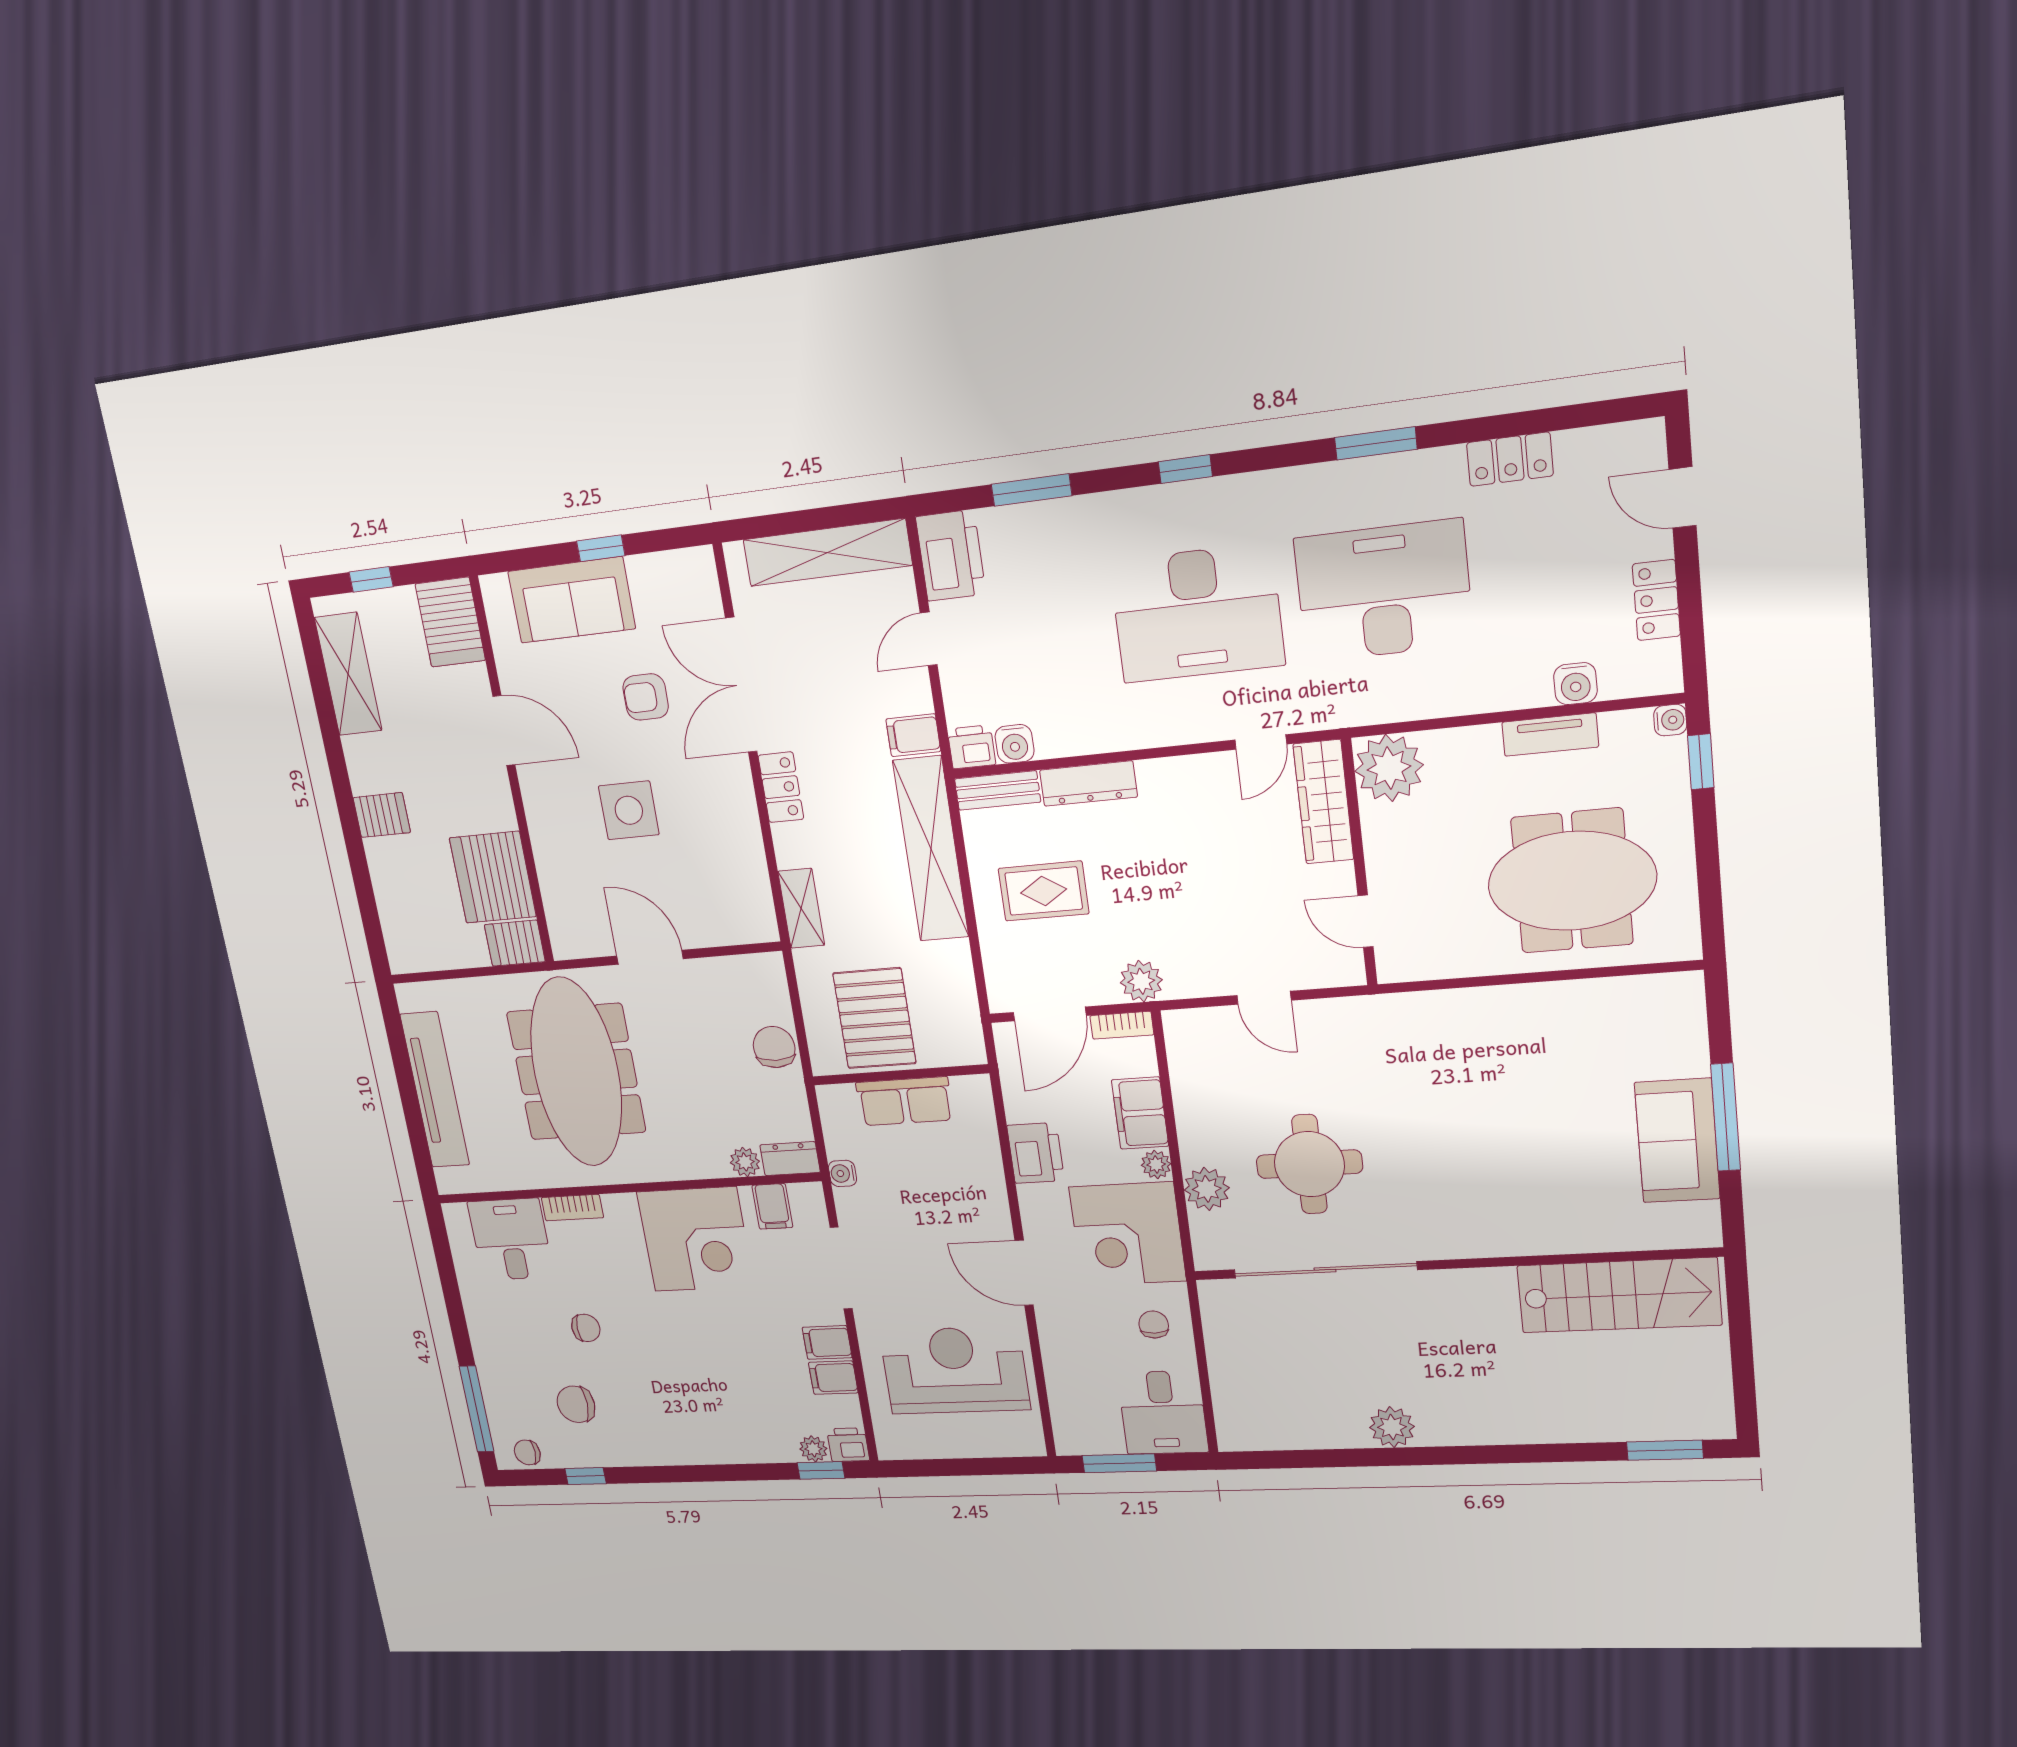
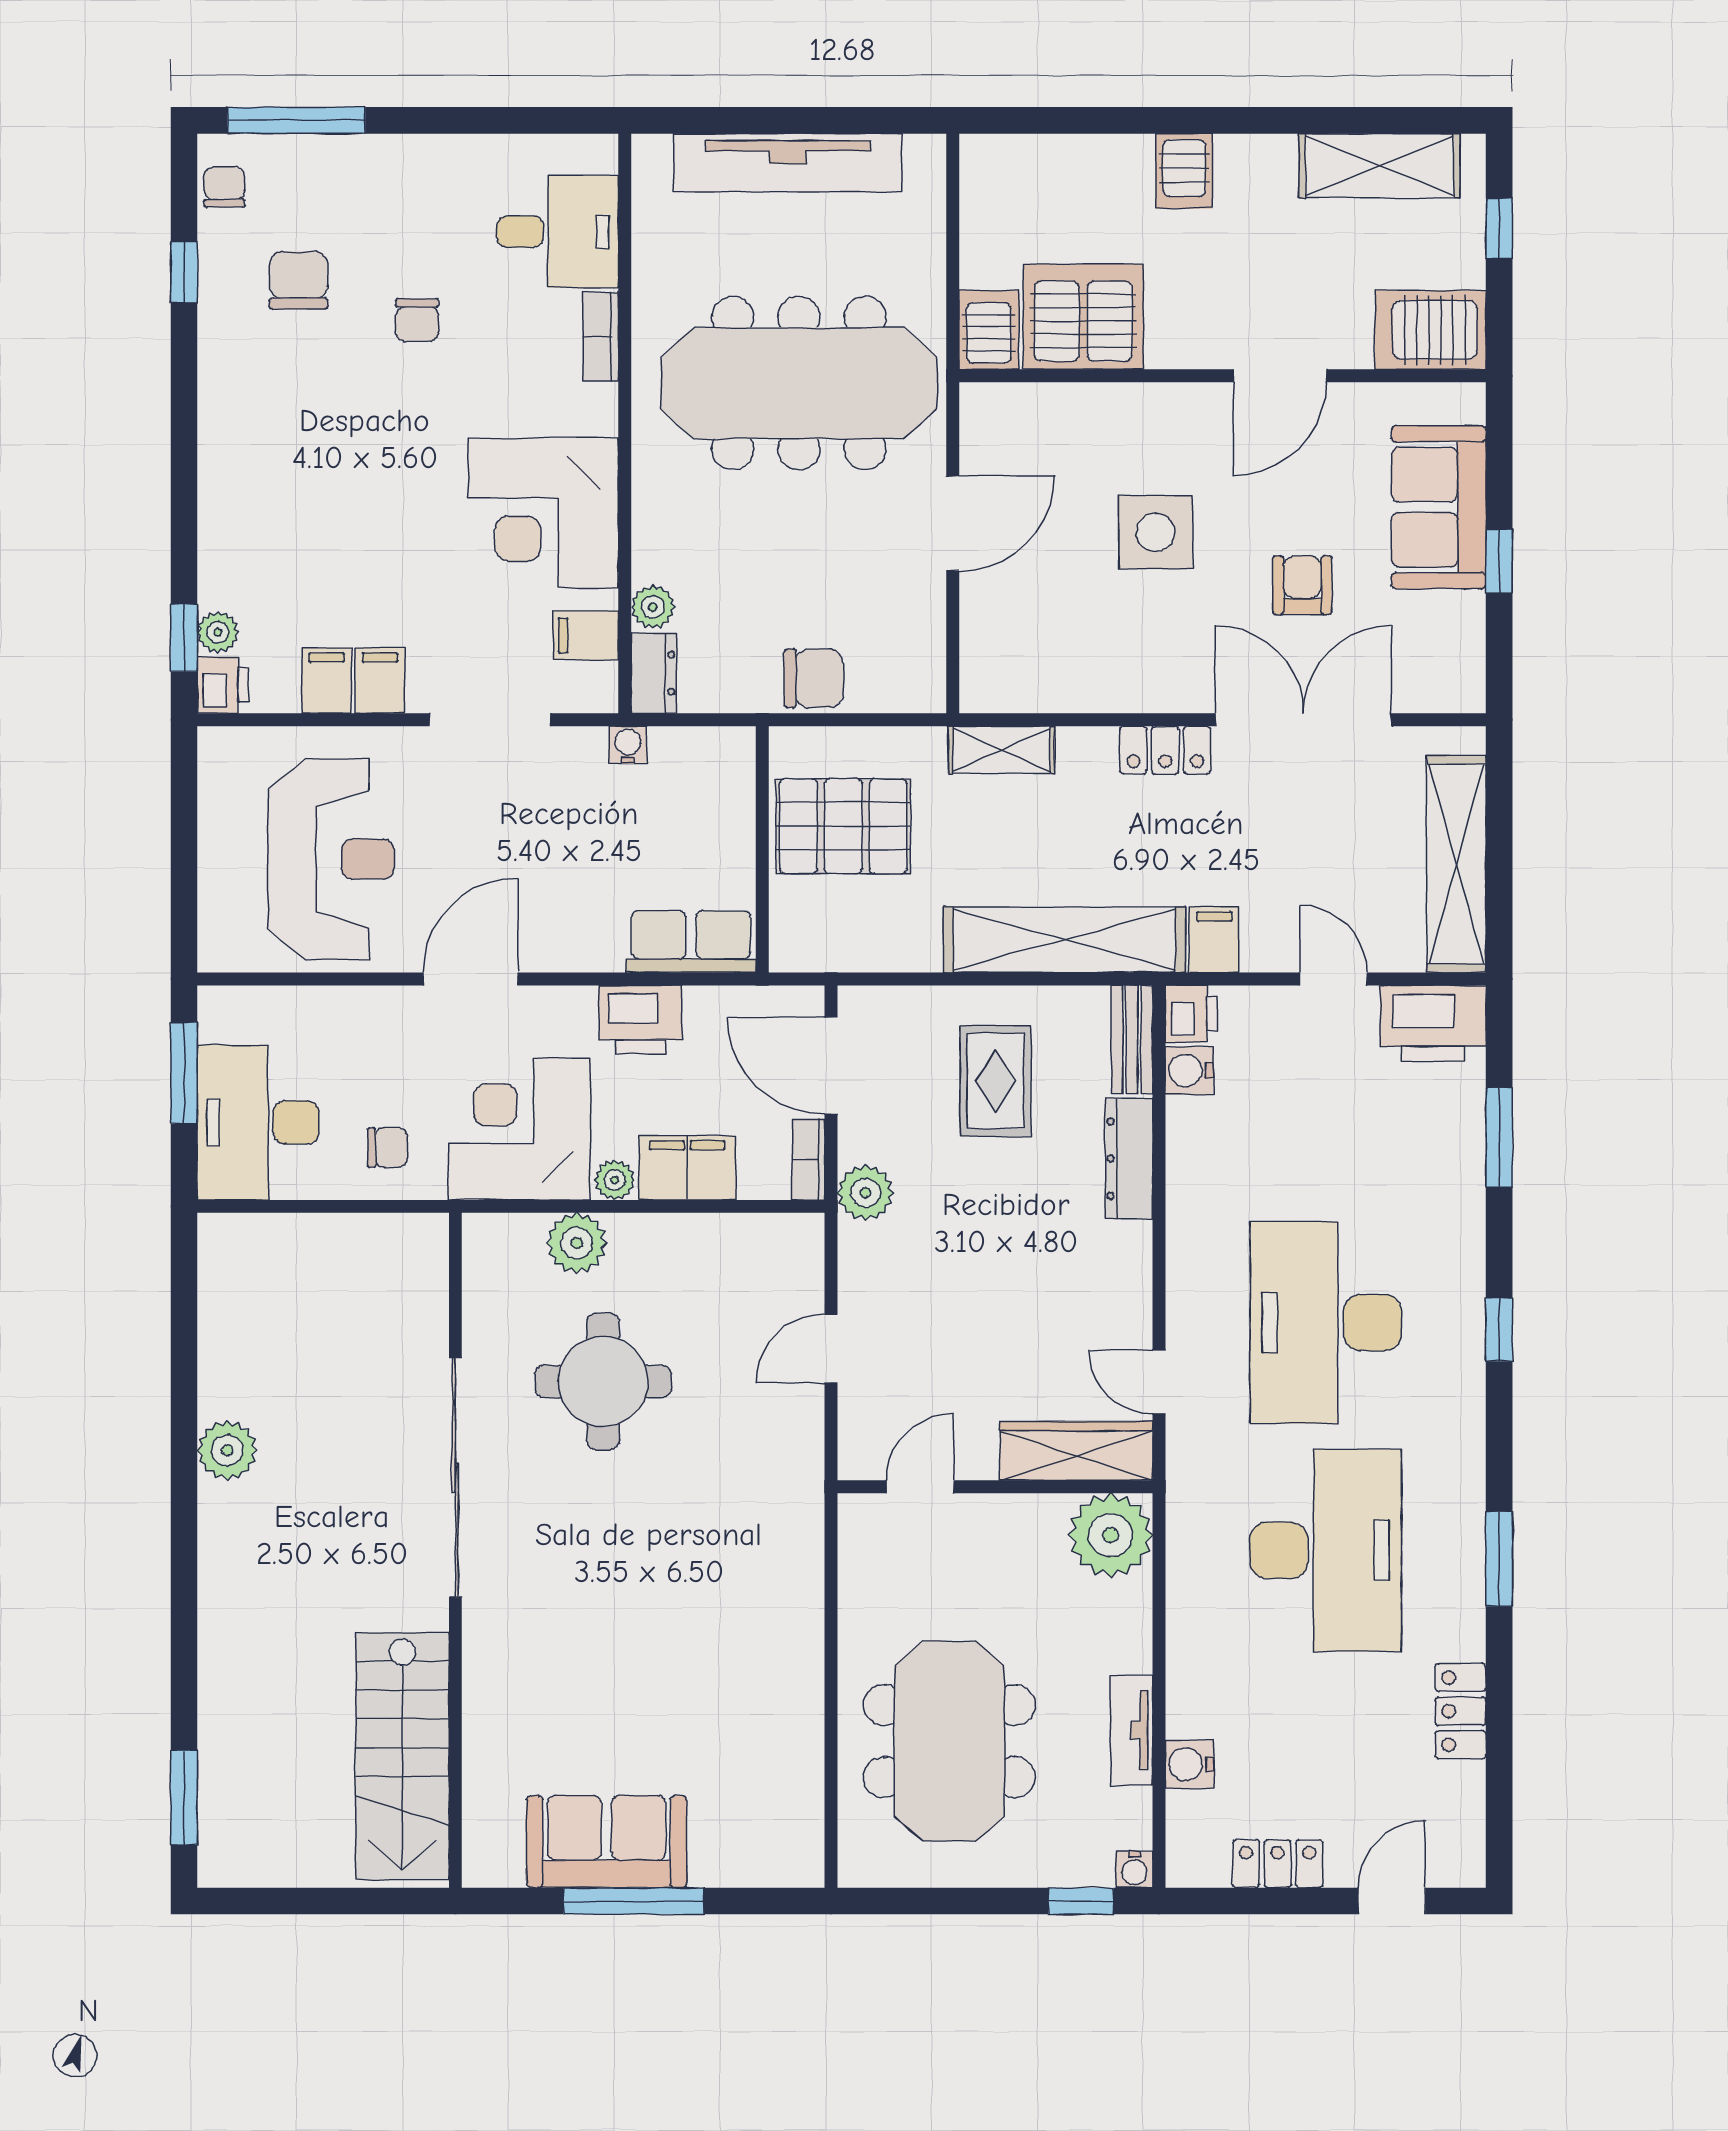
row of seats: (905, 1101) -> (691, 942), moved, turned 90
sliding door: (1325, 1270) -> (455, 1477), moved
desk: (1163, 1412) -> (258, 1122), width x1.37

